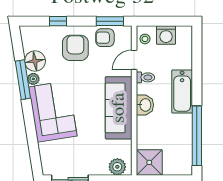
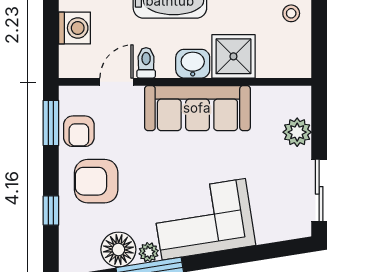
stool: (145, 39) -> (291, 13), moved
door: (134, 60) -> (117, 82), swing flipped
shower: (149, 162) -> (233, 56), moved
plant: (117, 167) -> (297, 132), moved

